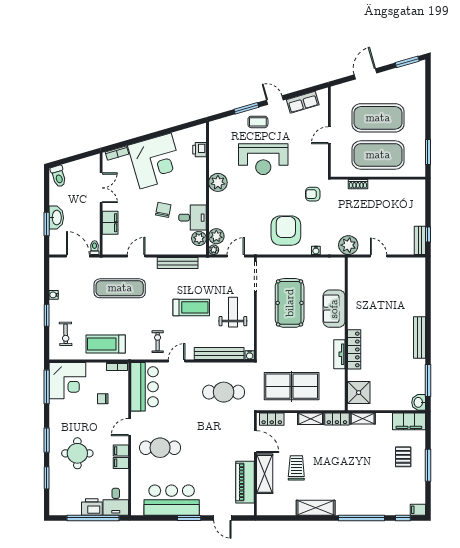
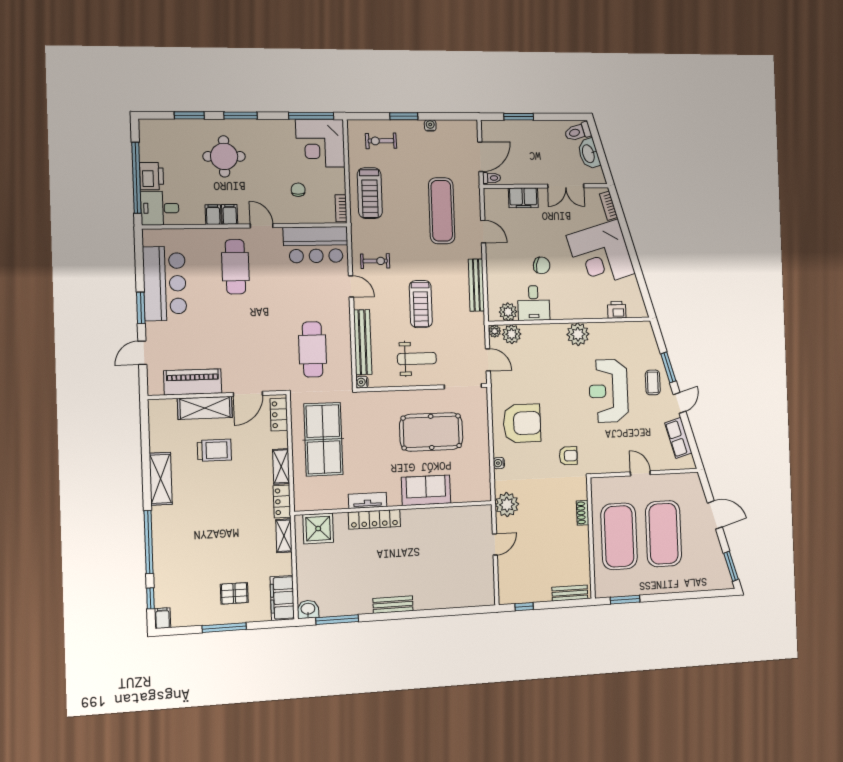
armchair: (313, 194) -> (568, 456), turned 90
washbasin: (56, 218) -> (589, 154), moved, turned 74
bench: (420, 240) -> (570, 593), moved
bench: (420, 338) -> (393, 605), width x0.73
treadmill: (106, 344) -> (370, 193), turned 180

